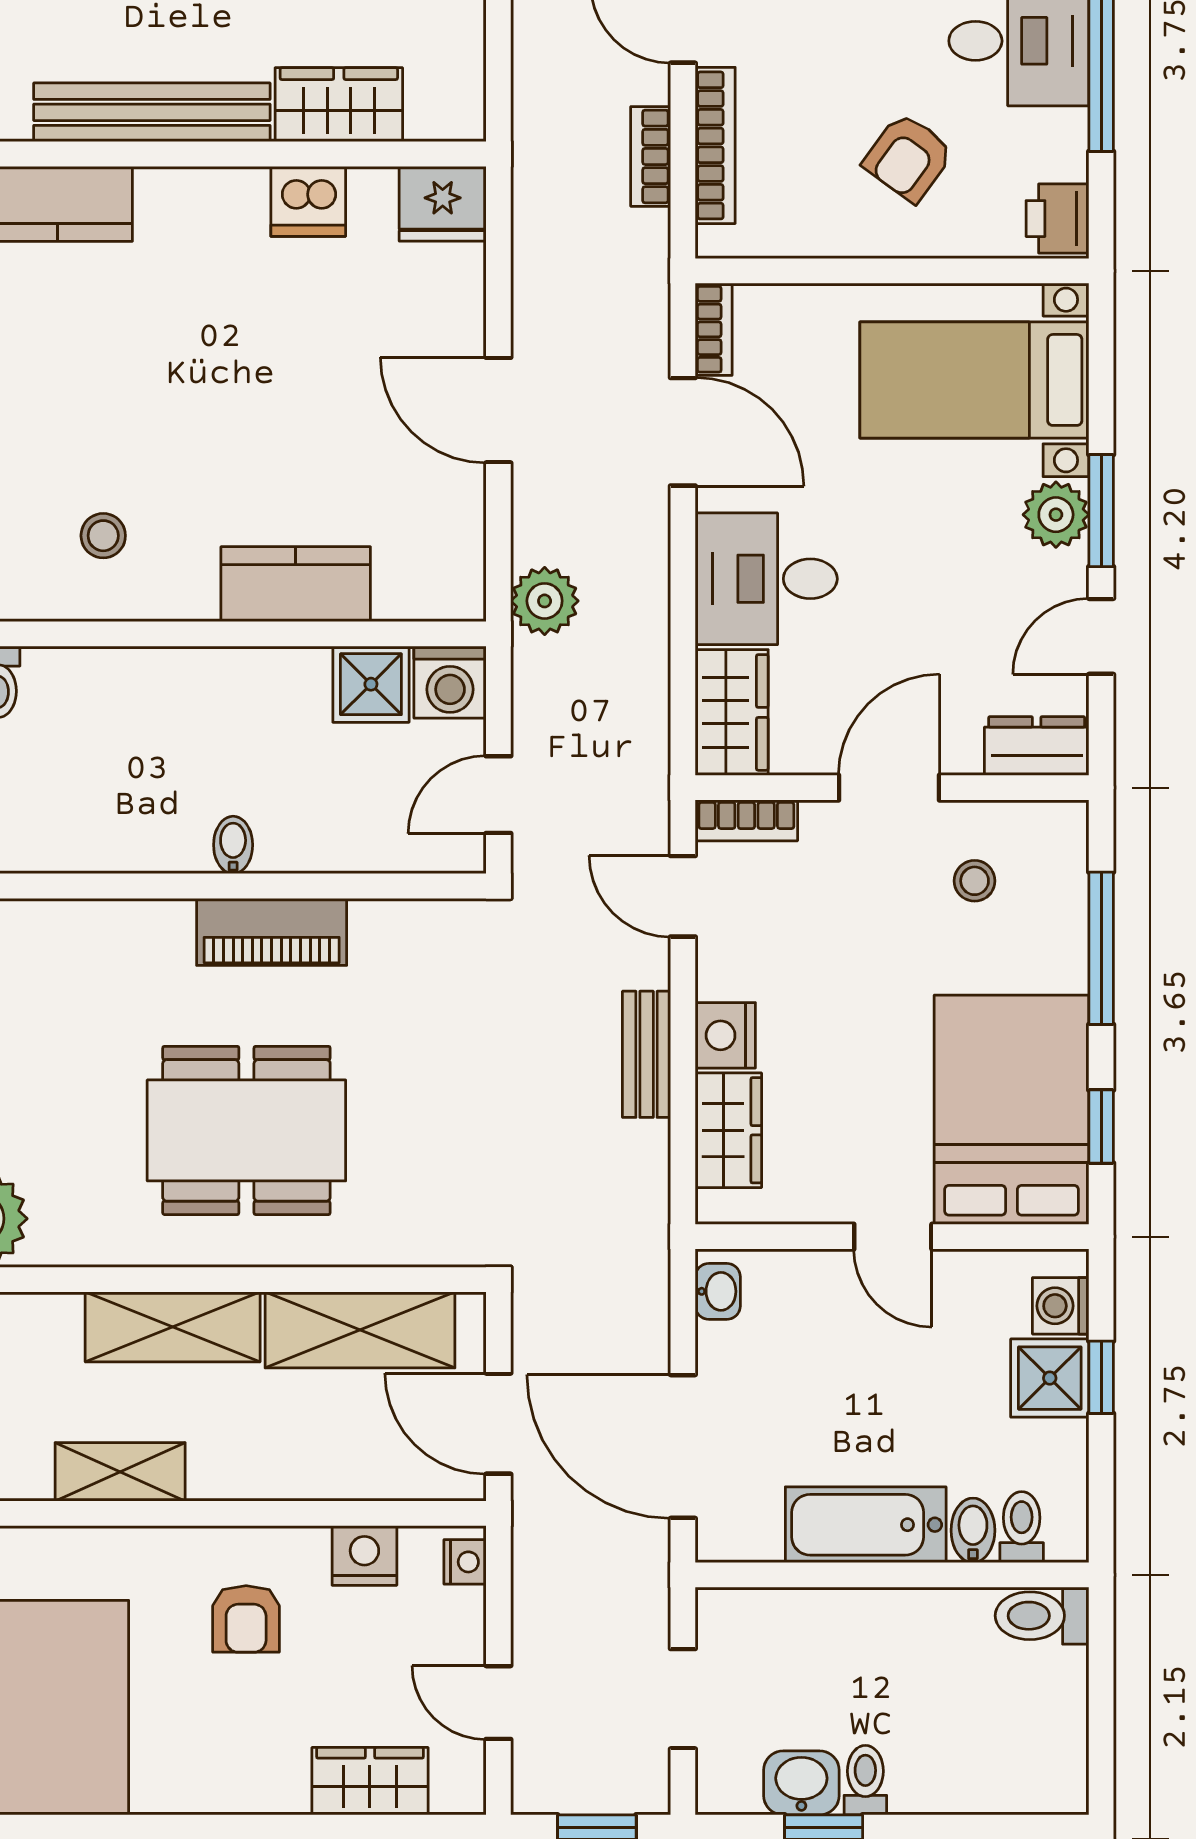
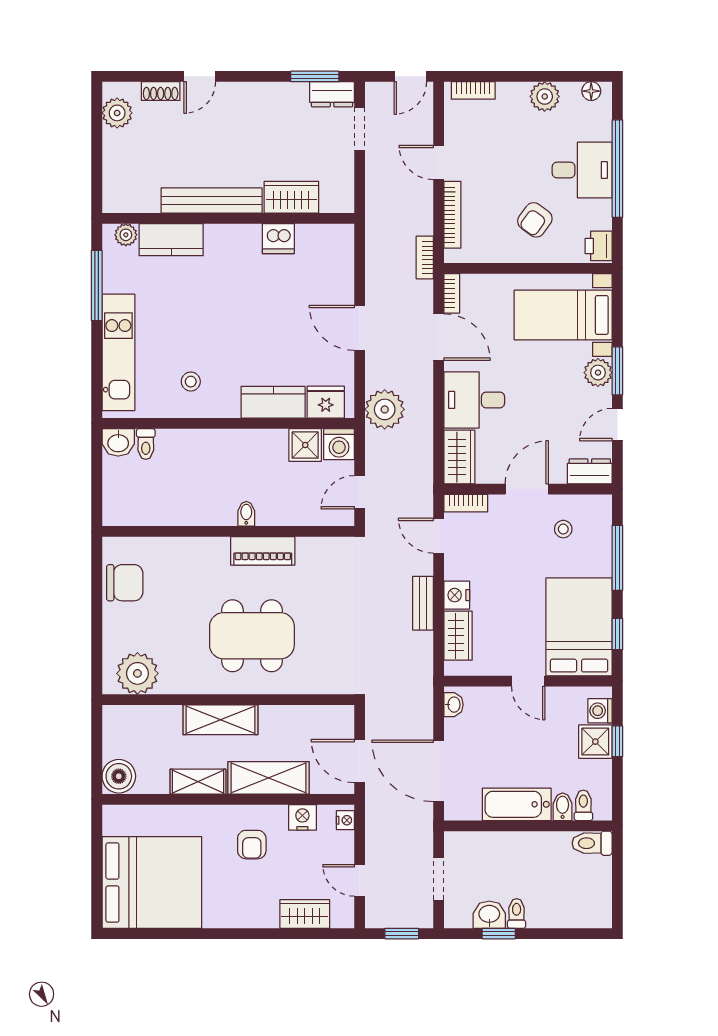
bookcase: (651, 156) -> (425, 258), moved
fridge: (443, 204) -> (326, 402), moved, turned 180
plant: (545, 601) -> (385, 409), width x1.36, depth x1.36
shelving: (360, 1330) -> (268, 778), moved

